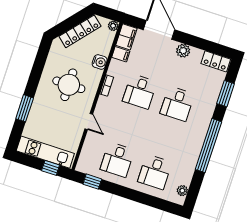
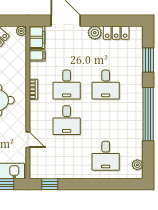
locker: (216, 61) -> (116, 33), moved
water cooler: (100, 62) -> (20, 69), removed
door: (89, 122) -> (28, 140), moved
desk: (117, 160) -> (67, 120), moved

